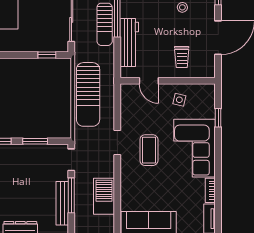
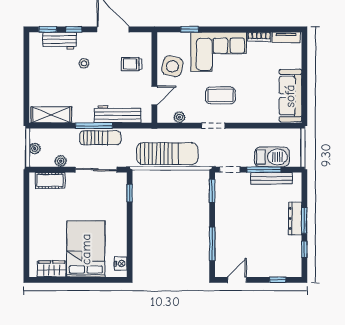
trolley: (182, 57) -> (132, 64), turned 180
side table: (179, 100) -> (172, 66), width x1.87, depth x1.87
plant: (126, 107) -> (179, 117), added
window: (35, 141) -> (212, 191), moved
barbecue: (104, 196) -> (272, 157), moved, turned 180

